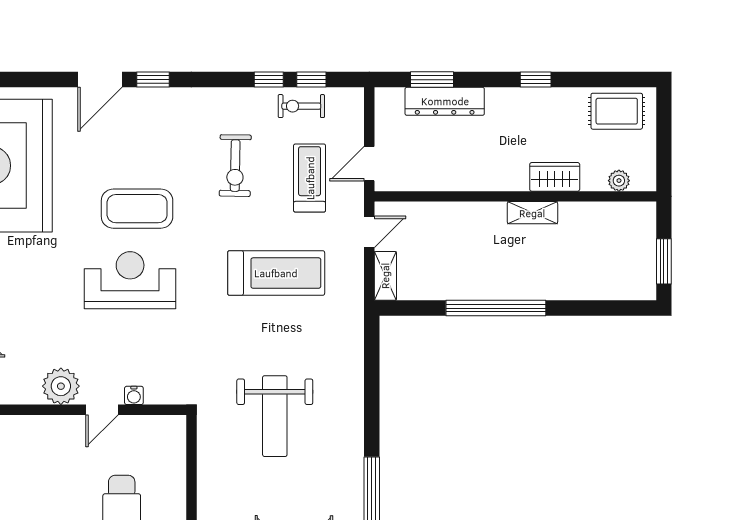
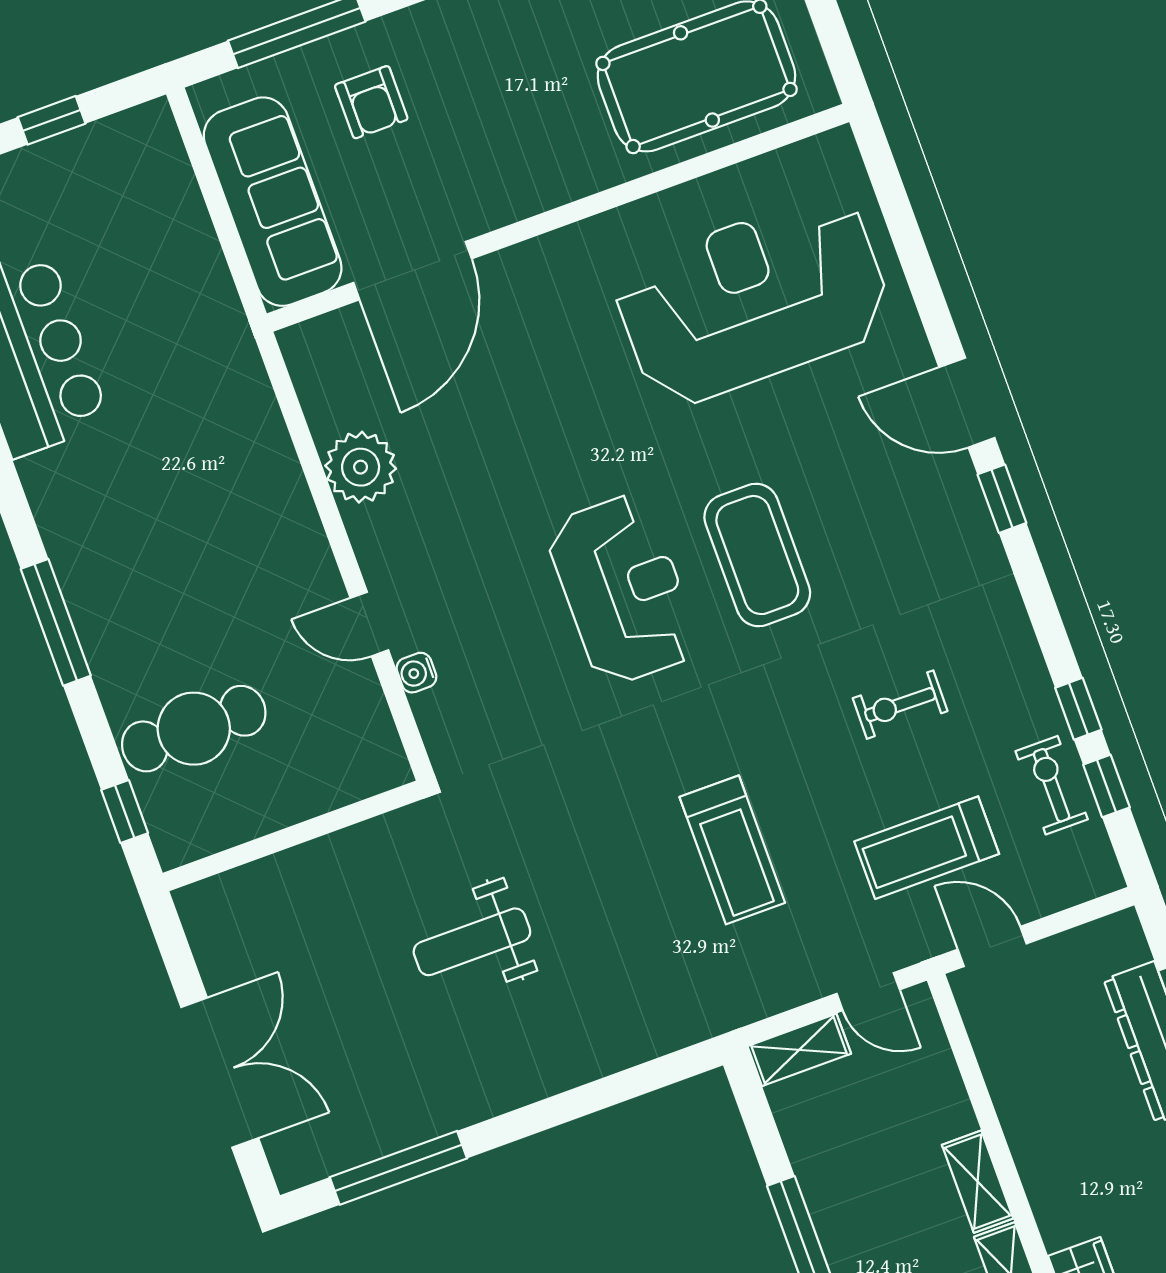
exercise bike: (235, 166) -> (900, 705), width x0.73, depth x0.72
treadmill: (310, 178) -> (927, 848), turned 180
shelving: (481, 212) -> (978, 1182), added
treadmill: (276, 273) -> (732, 850), width x0.73, depth x0.73
plant: (61, 386) -> (361, 467), moved
weight bench: (275, 416) -> (472, 942), width x0.73, depth x0.75

